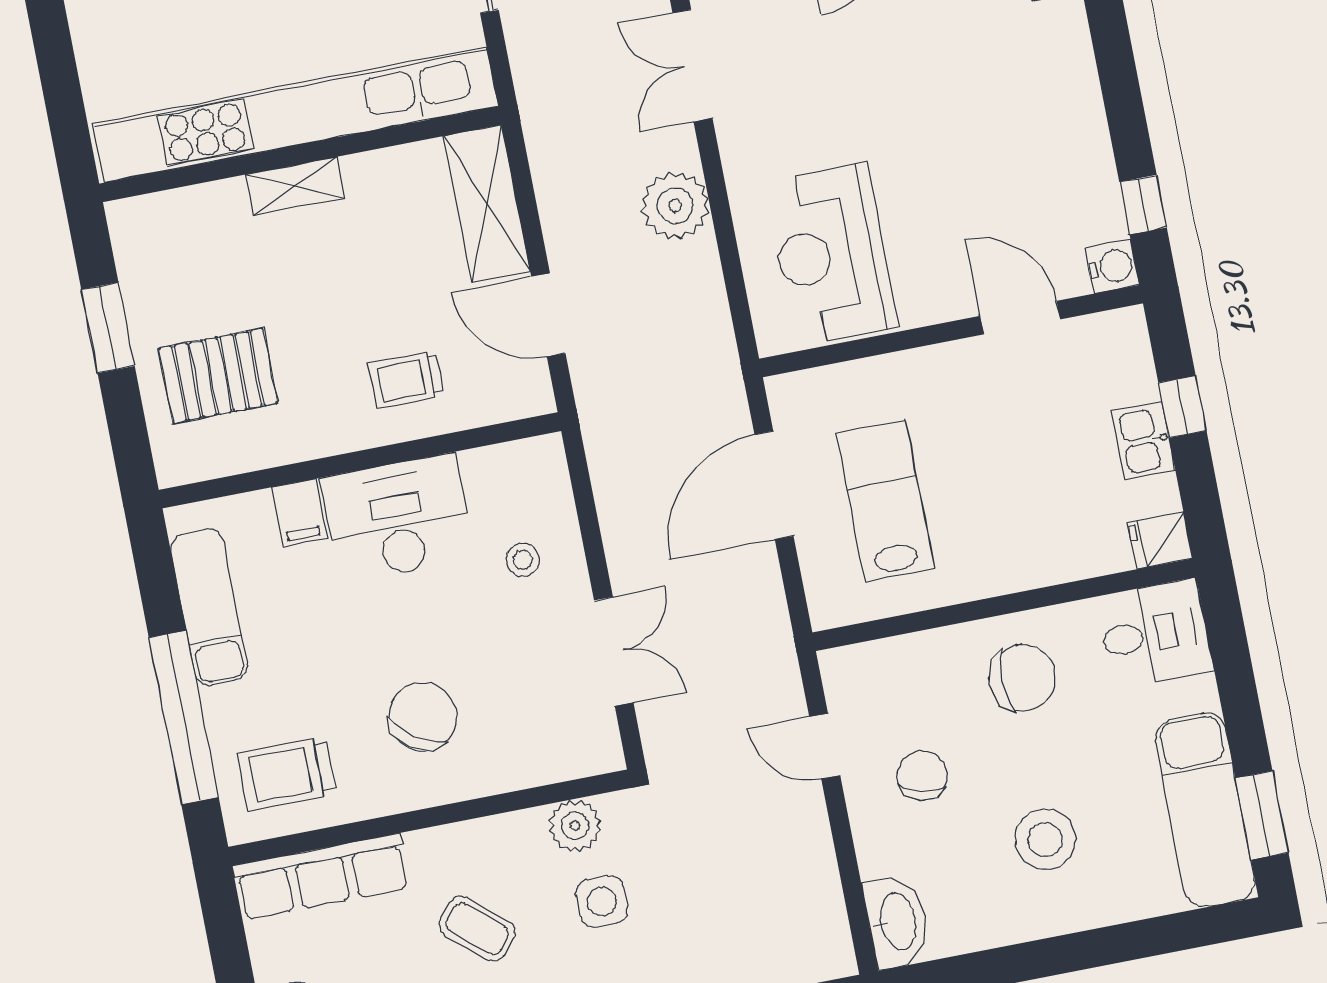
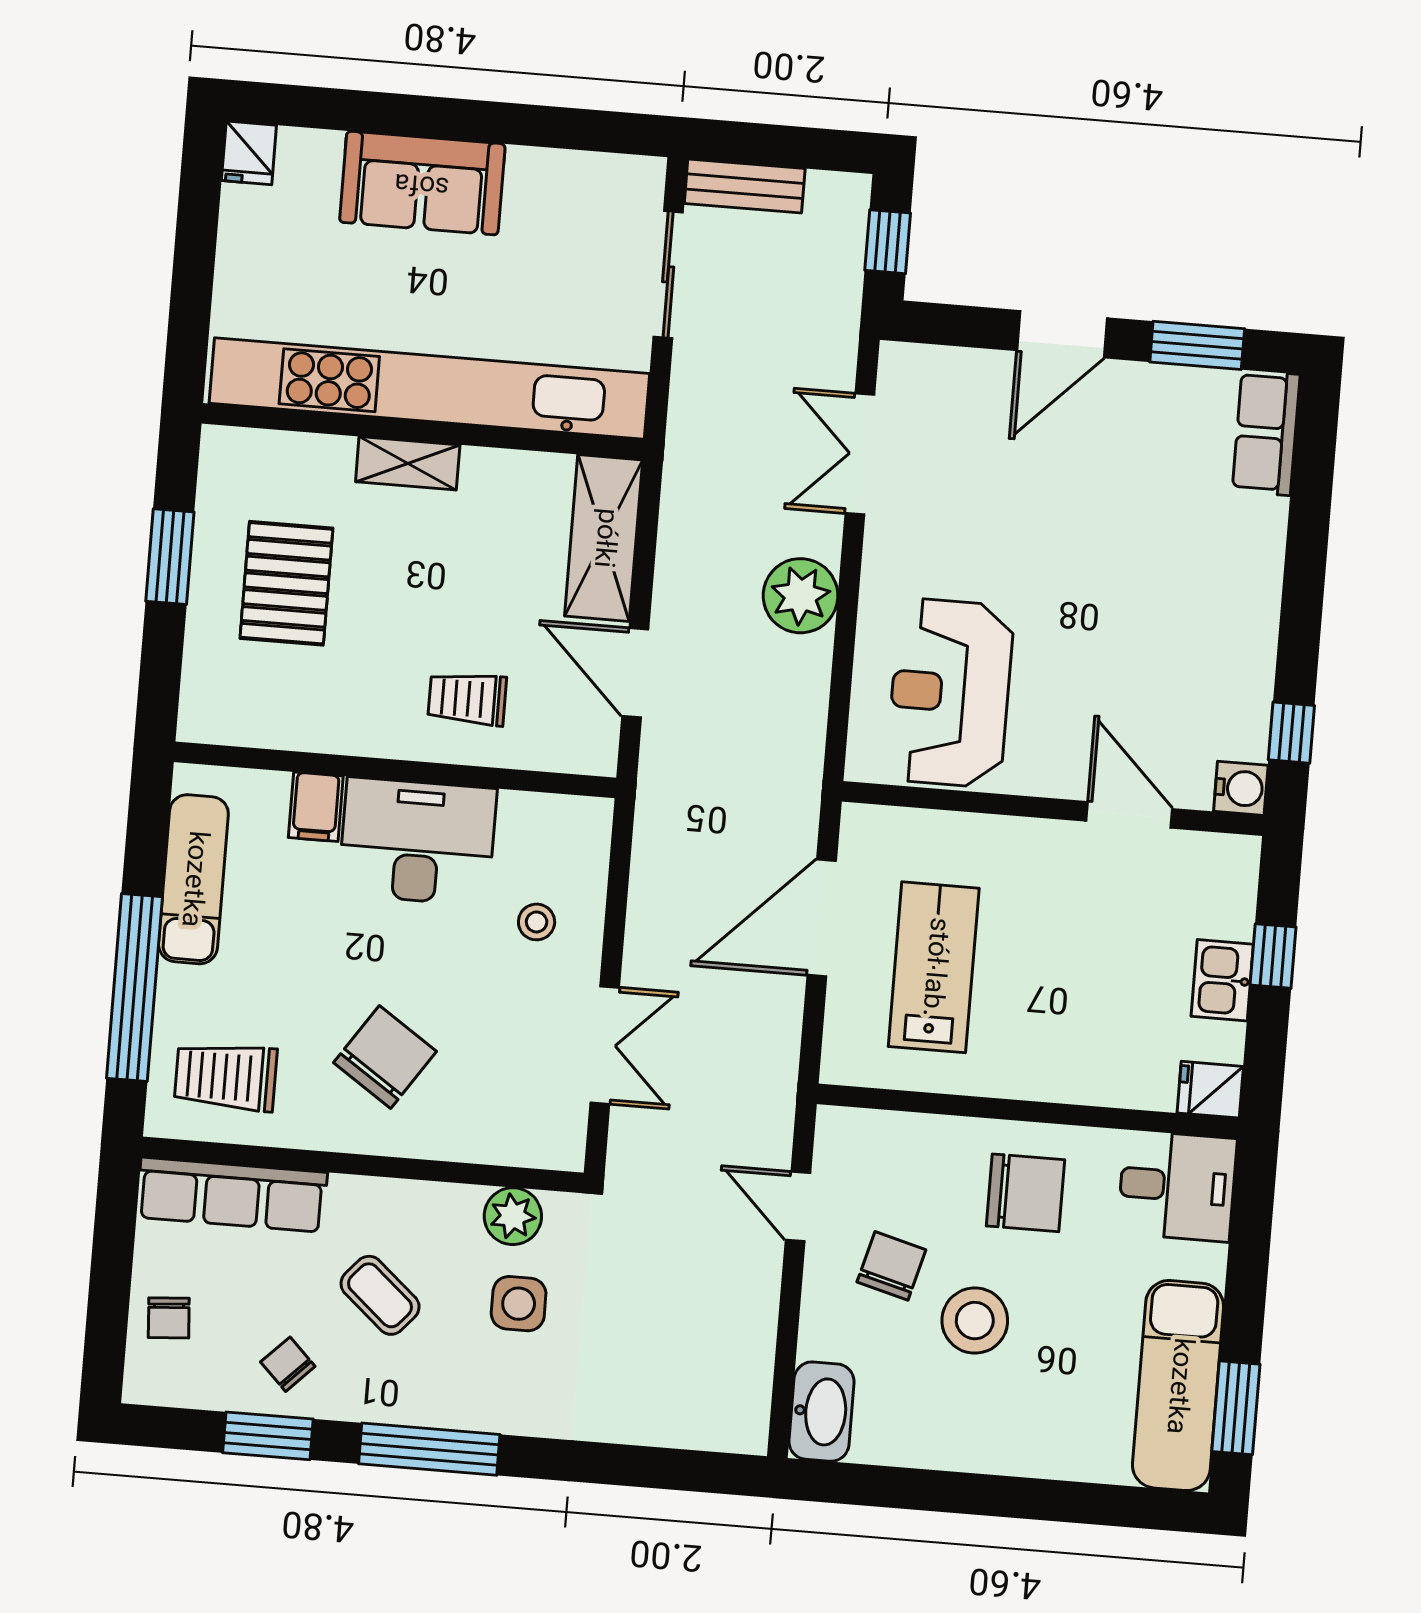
pallet: (218, 376) -> (286, 583), moved, turned 90
stool: (1045, 839) -> (975, 1321), moved

